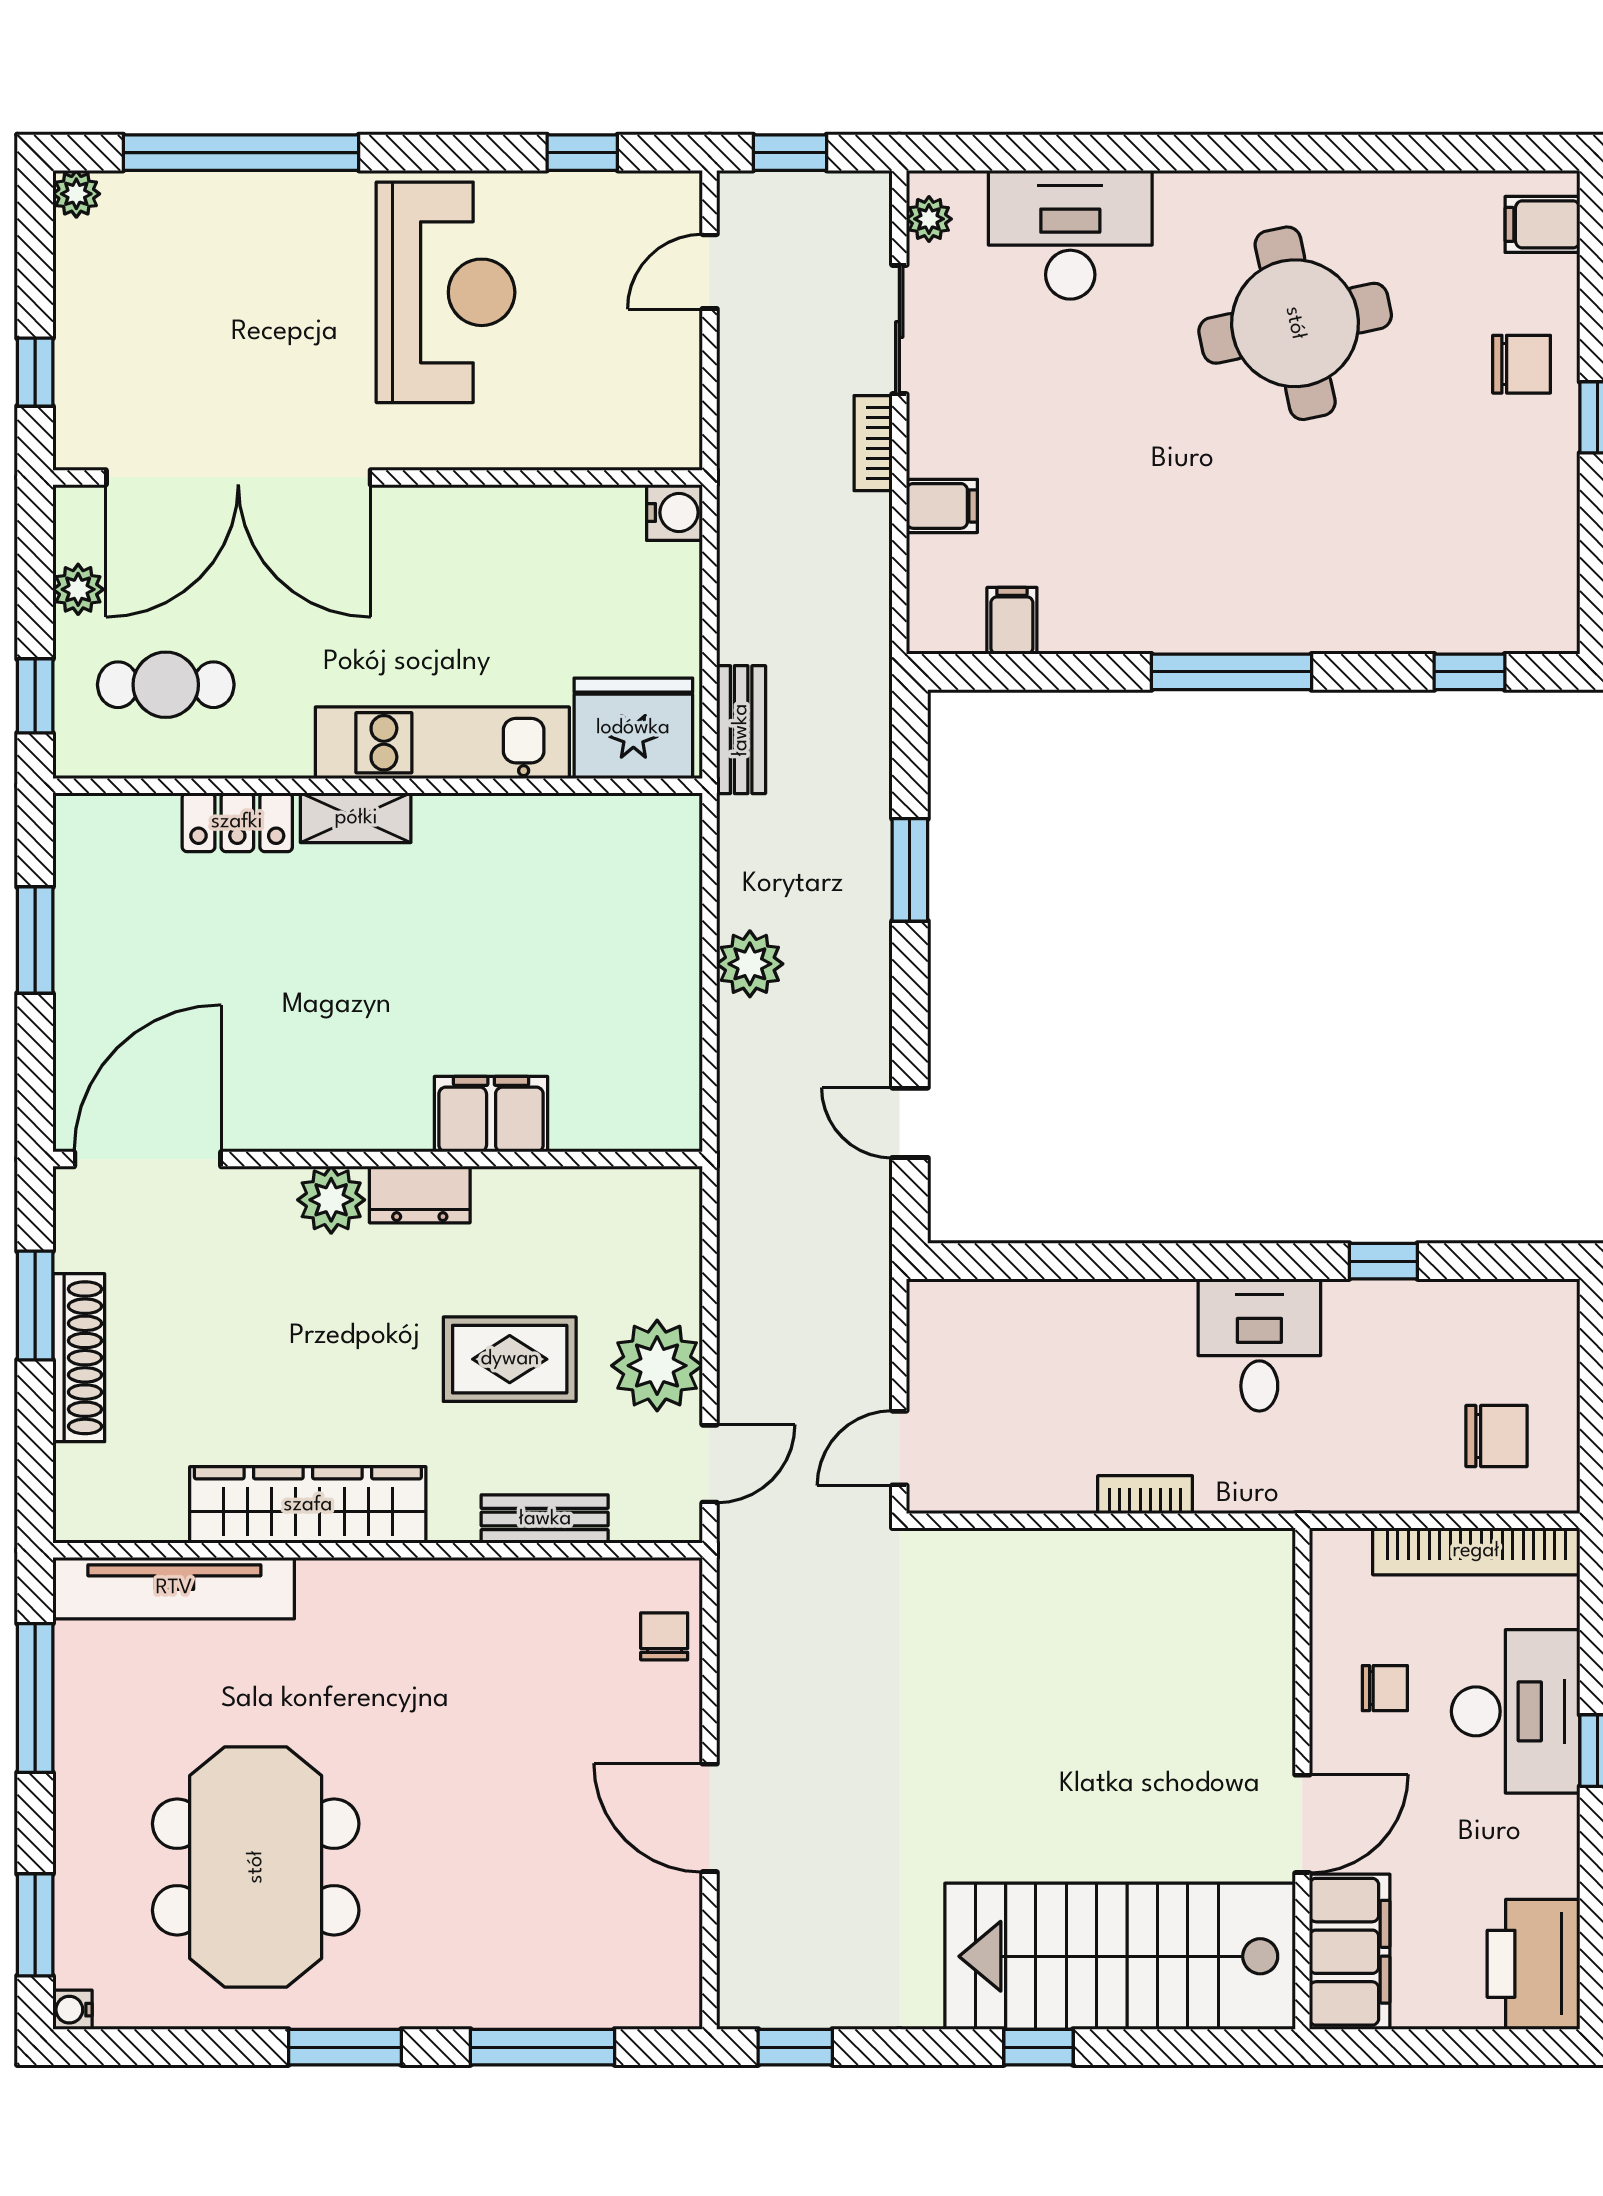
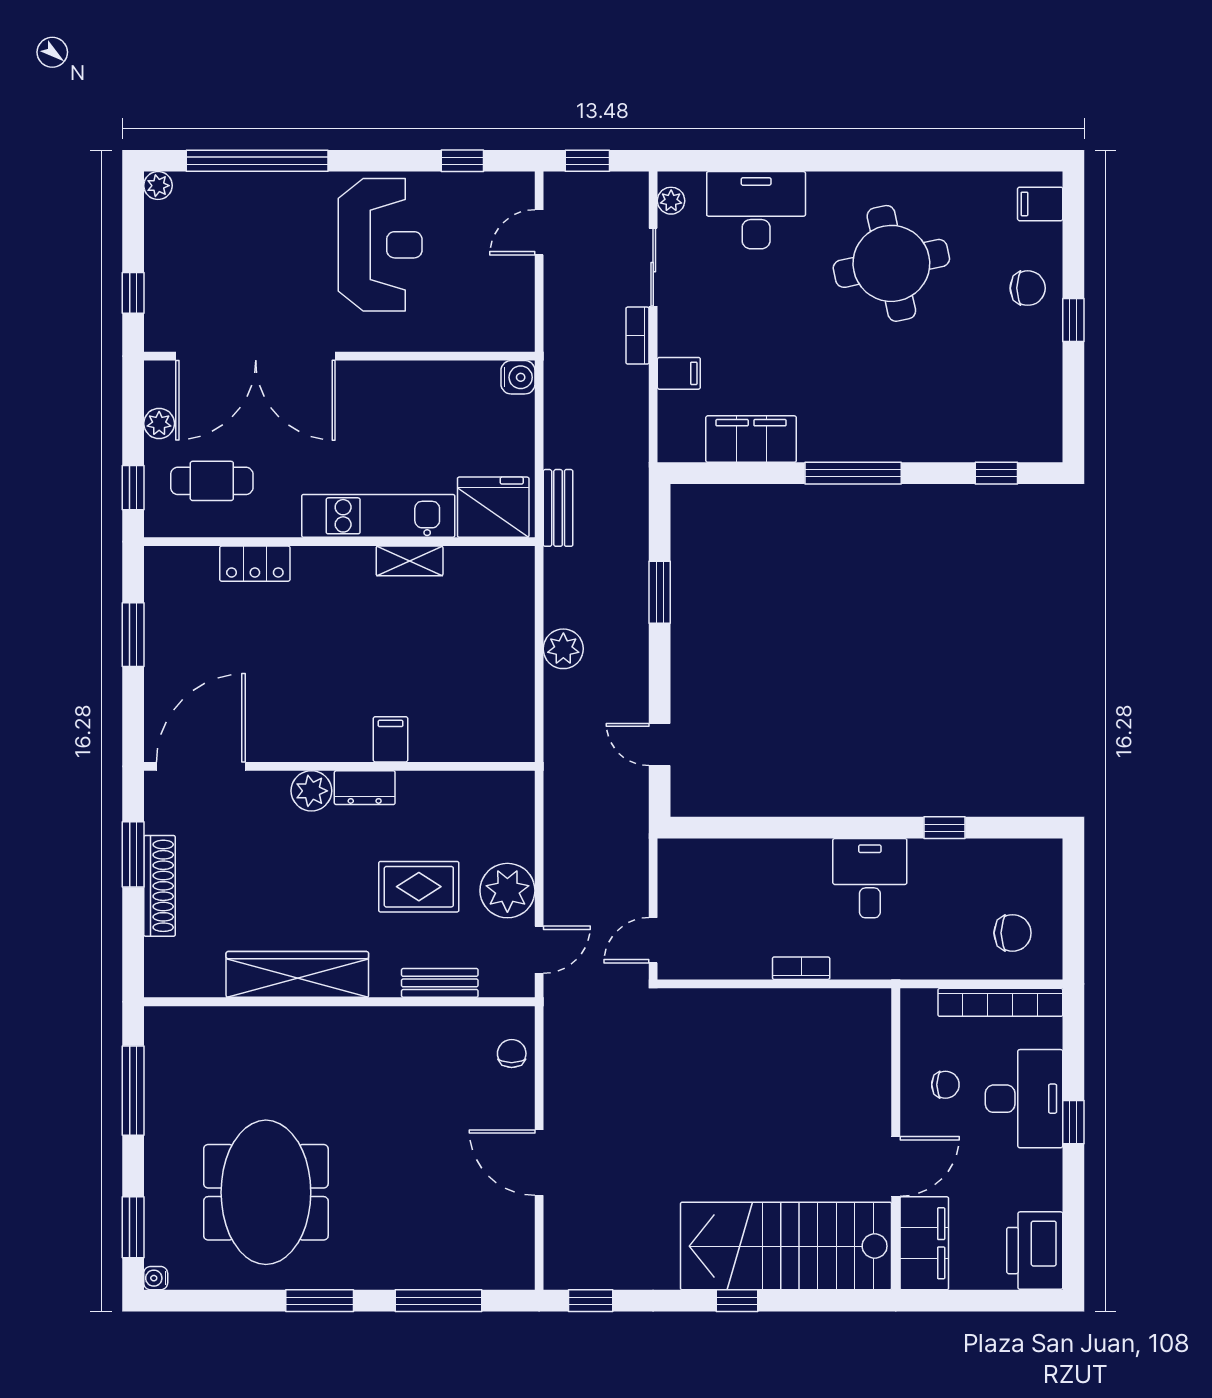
filing cabinet: (1012, 621) -> (751, 439), width x3.00, depth x1.17
shelving: (356, 818) -> (410, 561), moved
filing cabinet: (491, 1114) -> (391, 739), width x0.50
tv unit: (174, 1588) -> (217, 1025), removed

